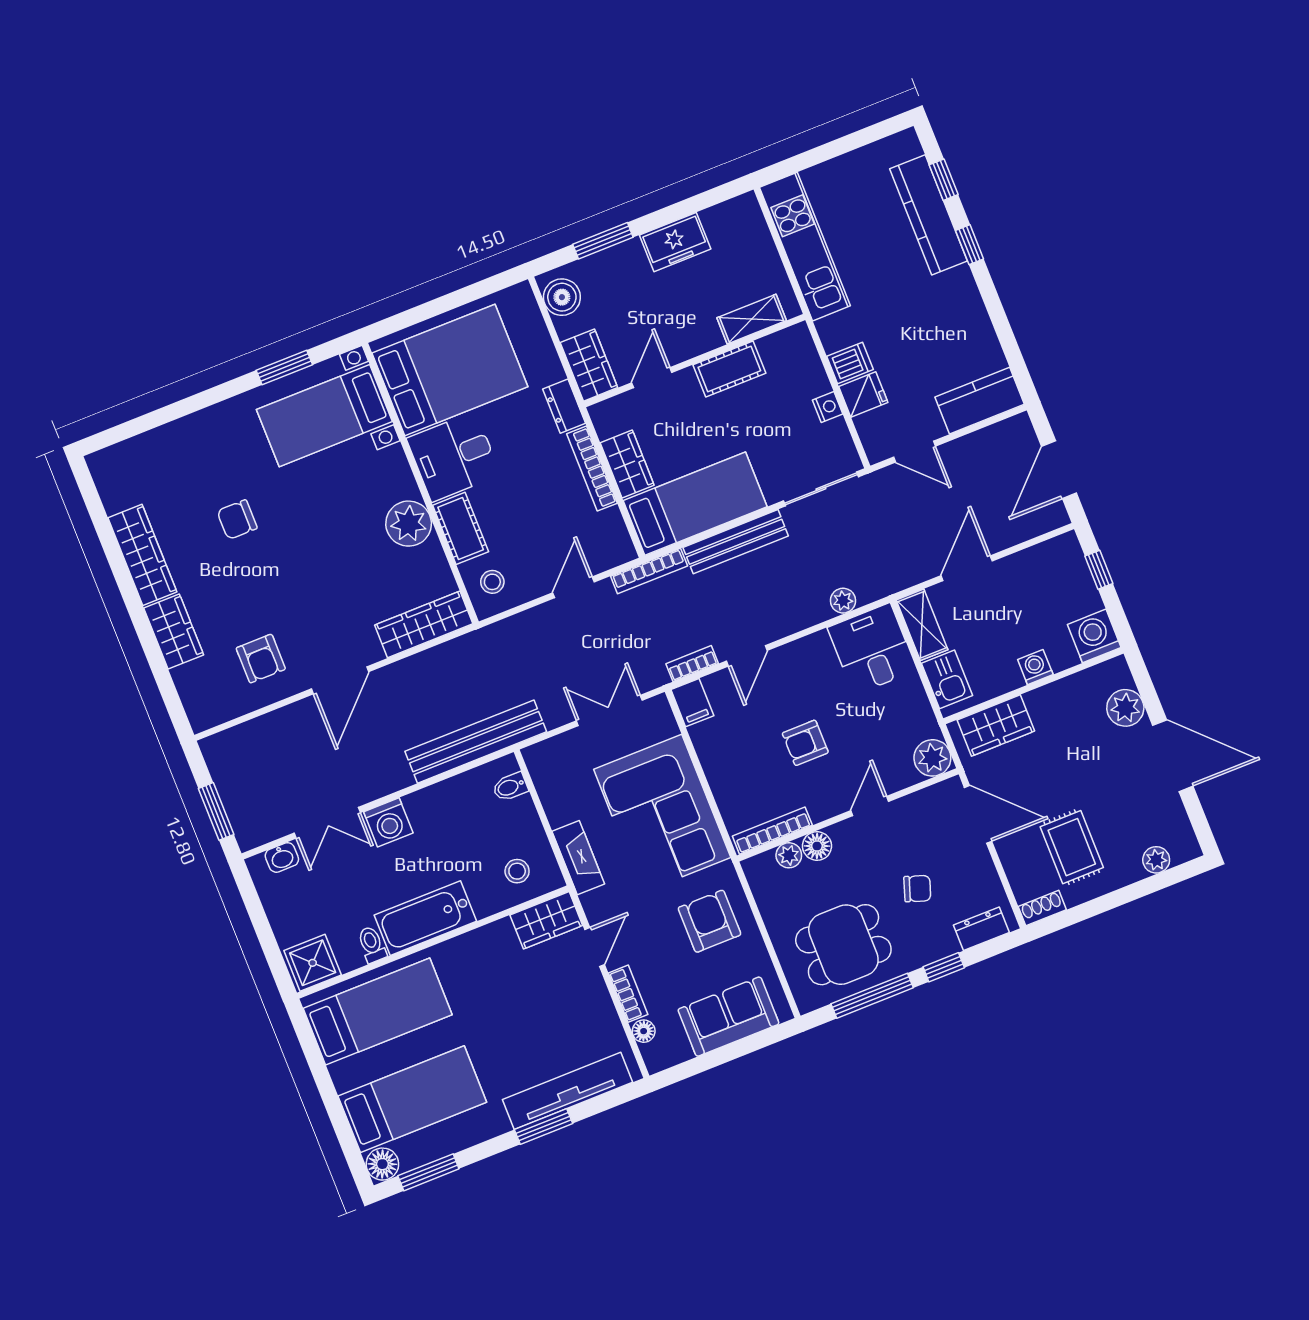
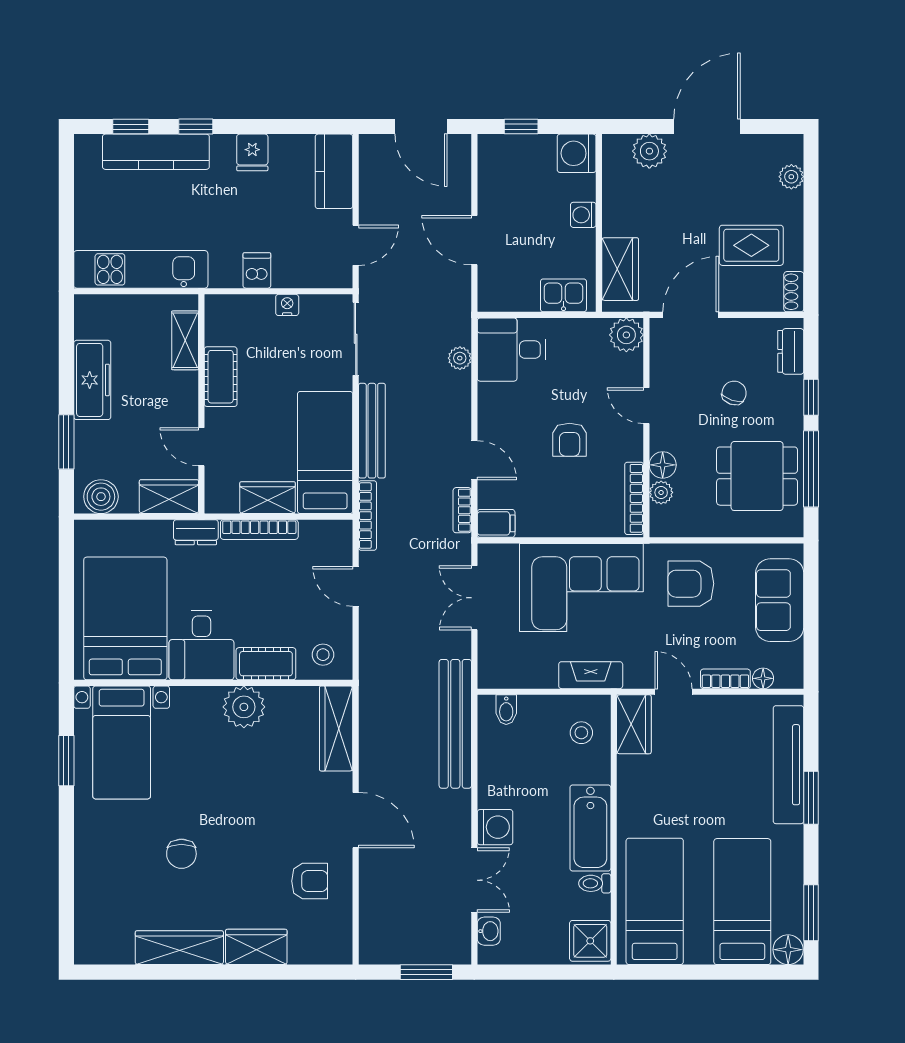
freezer: (675, 242) -> (92, 380), width x1.40
fridge: (863, 394) -> (252, 152), moved, turned 180
shelving: (922, 625) -> (508, 298), removed
dining table: (843, 945) -> (757, 476), turned 90

